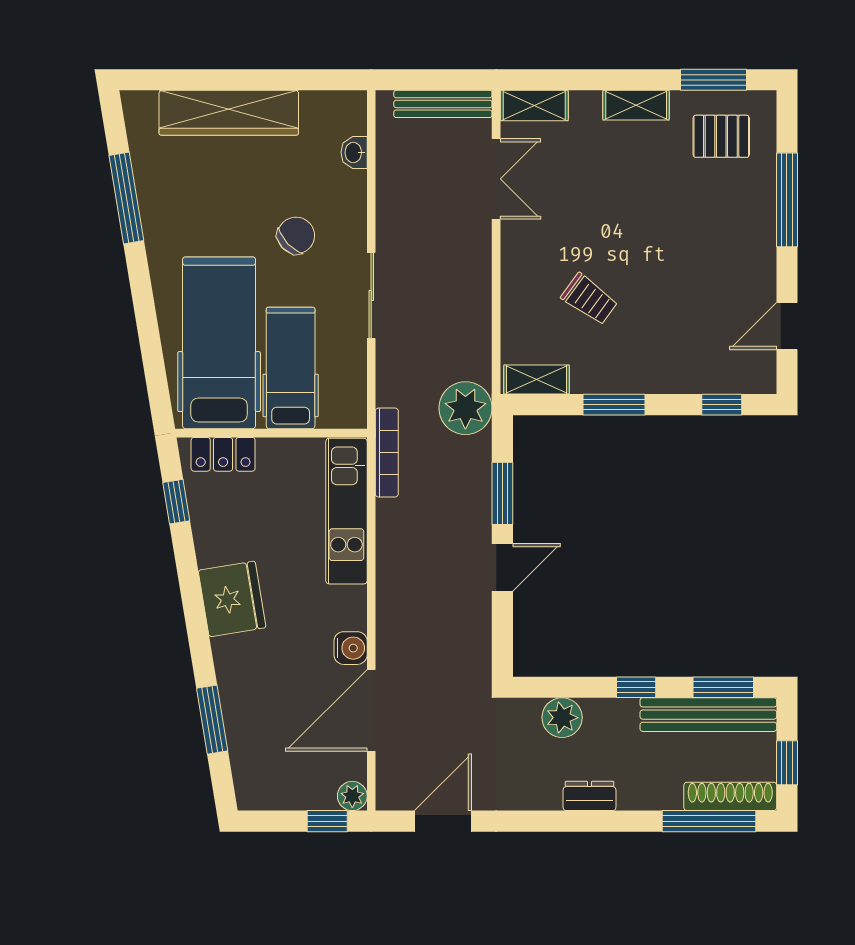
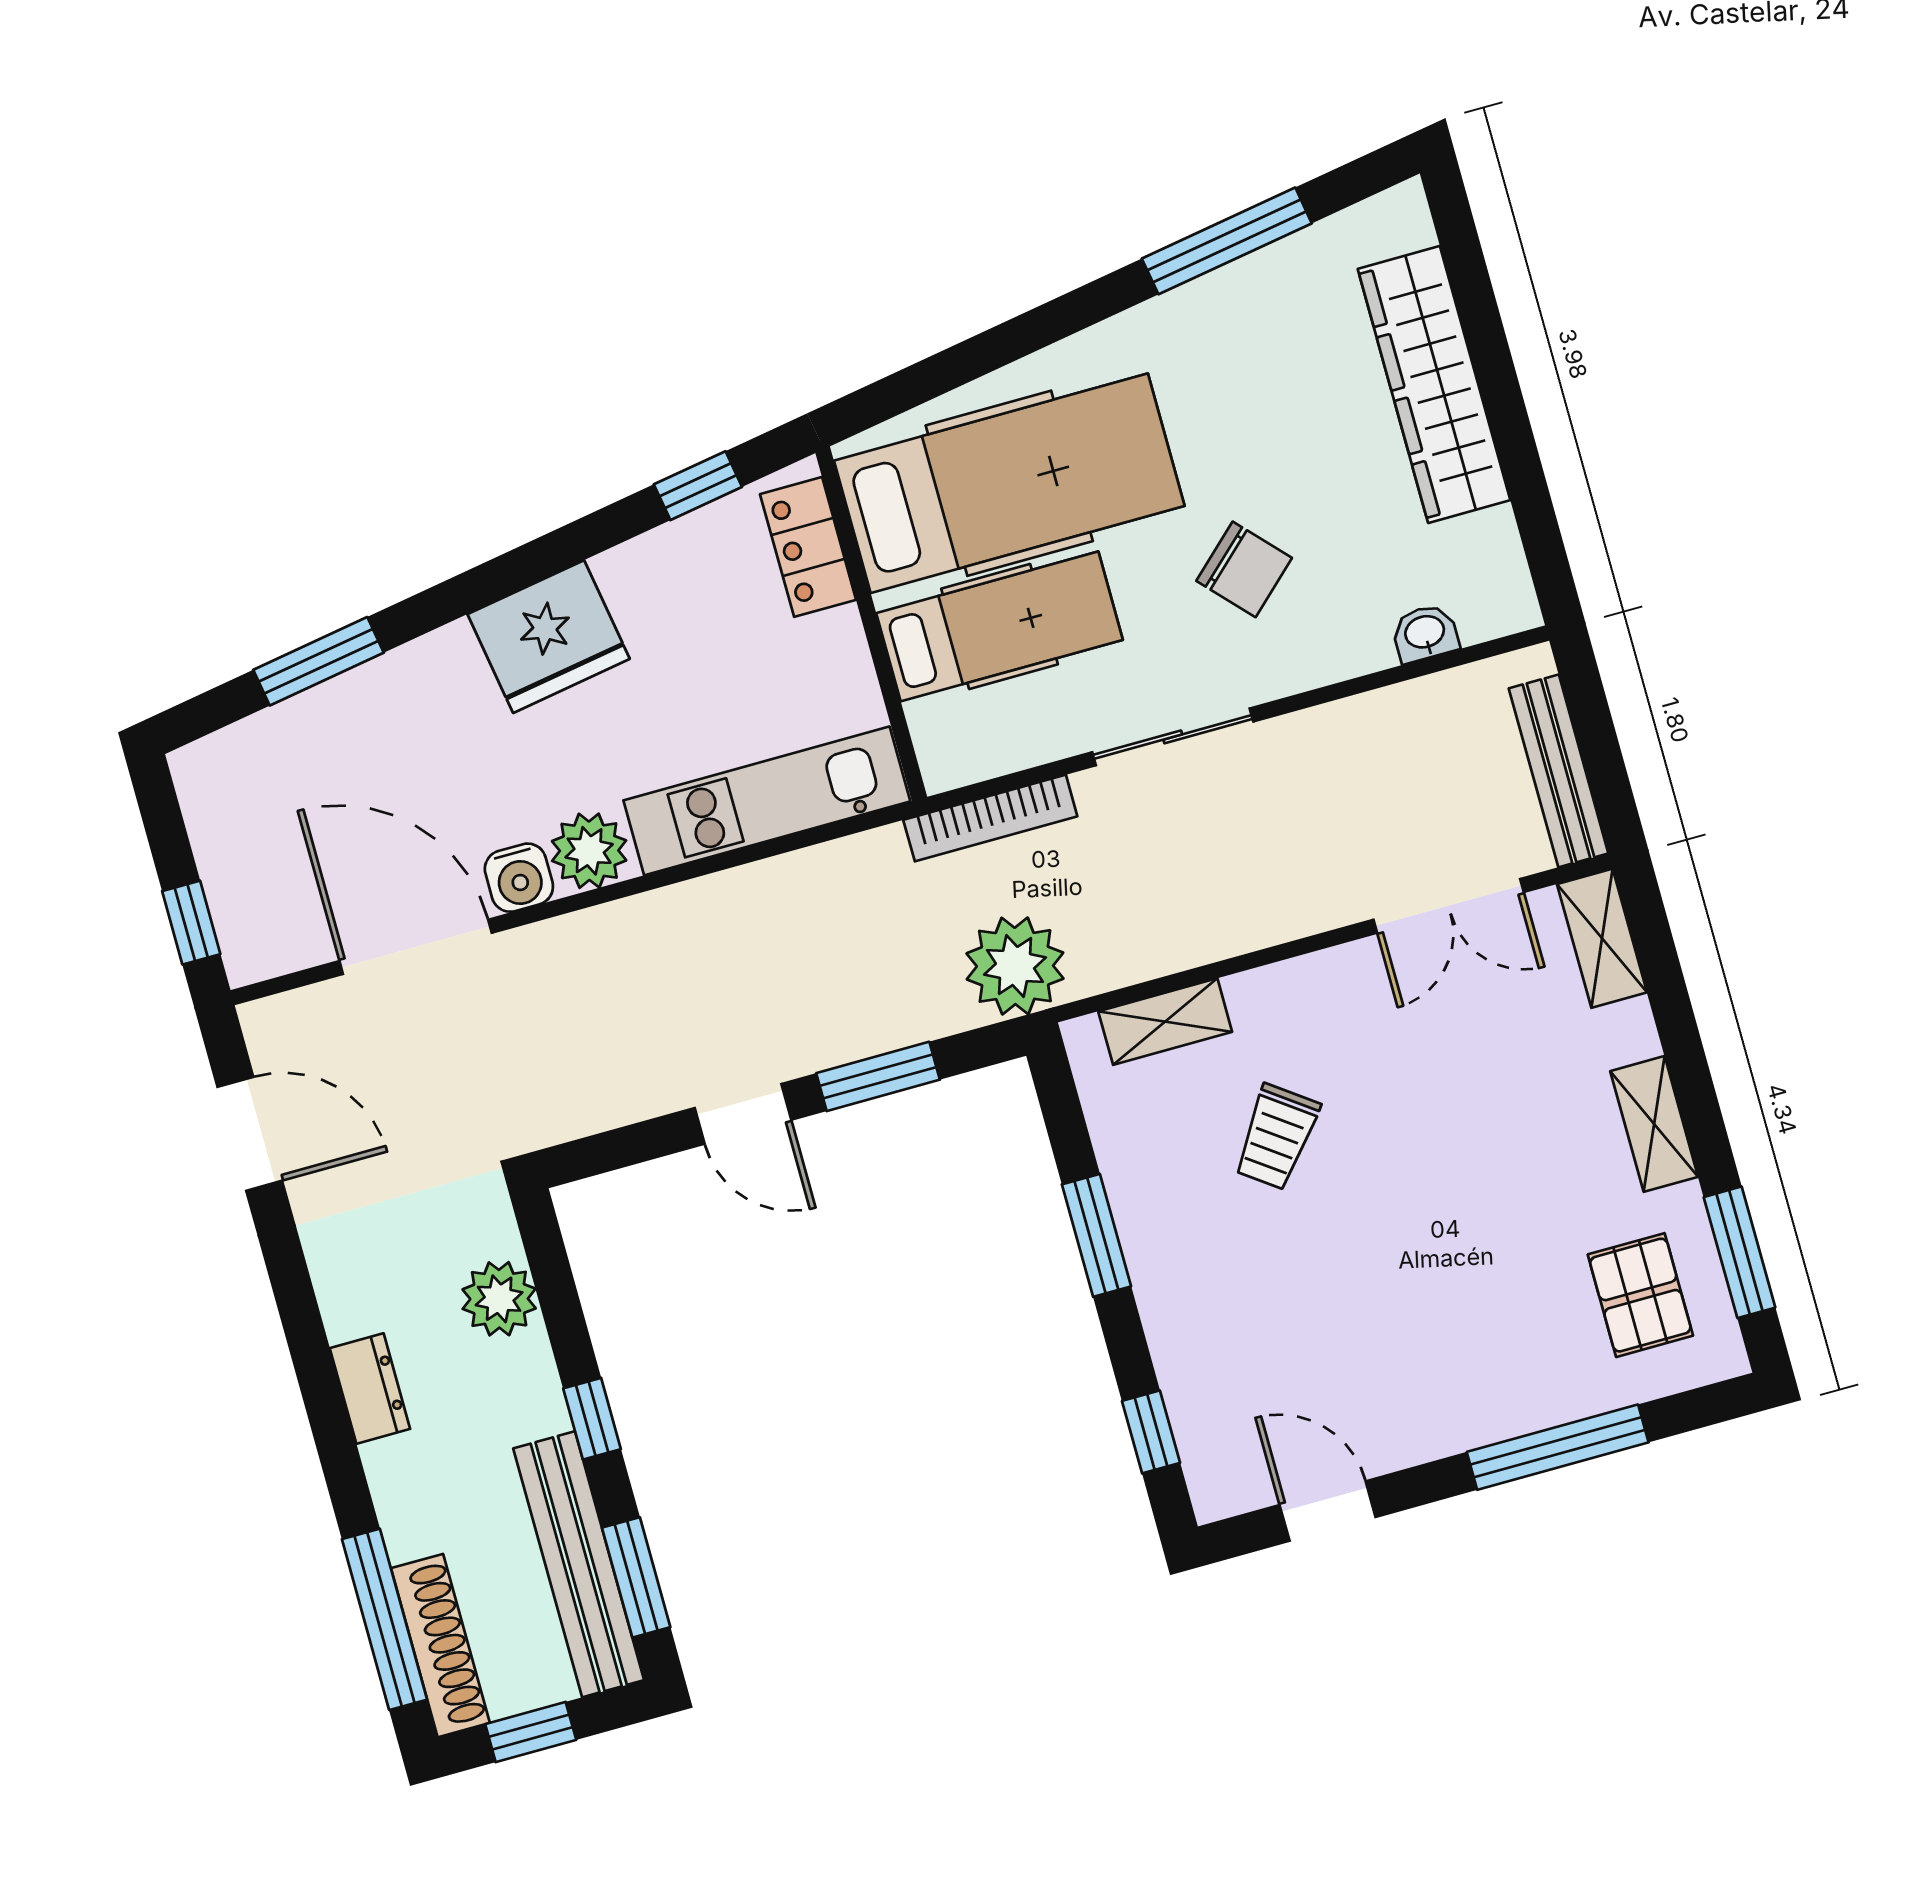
shelving: (537, 380) -> (1165, 1022), moved, turned 90
bookcase: (387, 452) -> (990, 818), moved
plant: (352, 796) -> (589, 851), moved, width x1.38, depth x1.38

